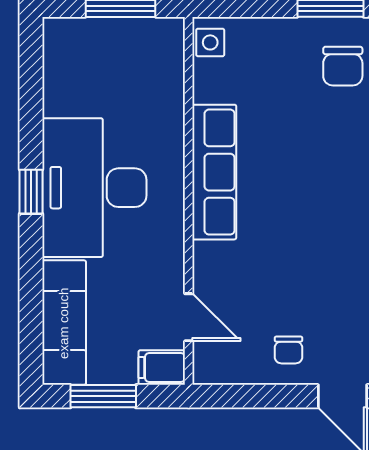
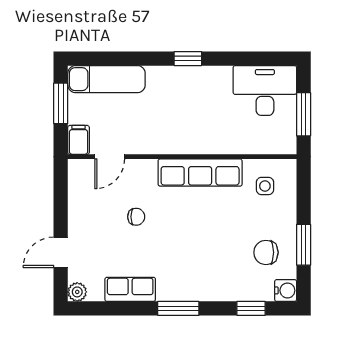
side table: (210, 42) -> (265, 186), moved
desk: (94, 188) -> (265, 90), moved, width x0.73, depth x0.77
chair: (289, 350) -> (136, 217), moved, turned 180

